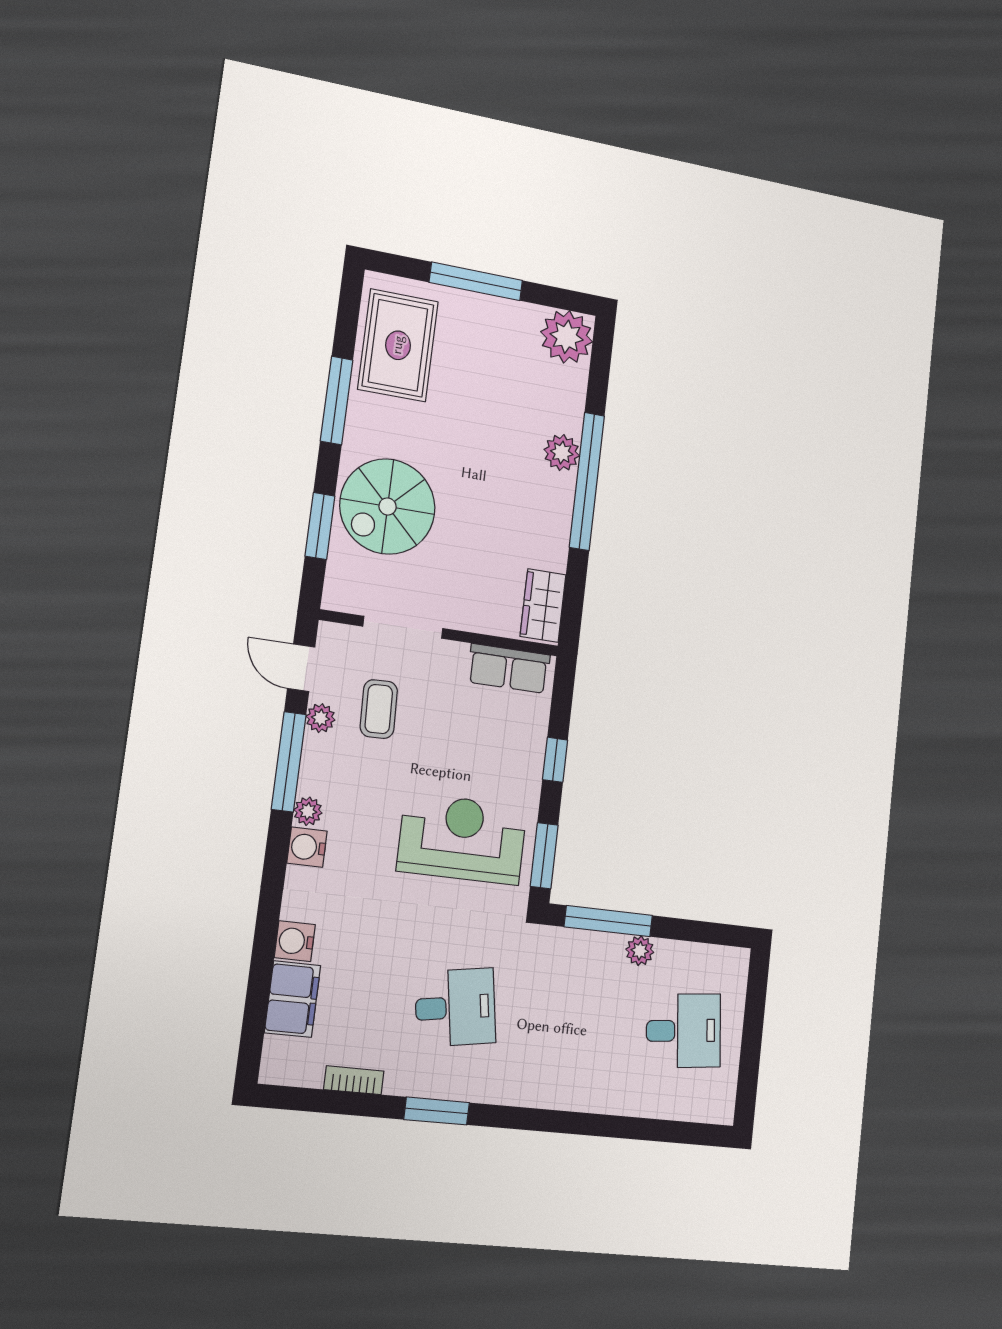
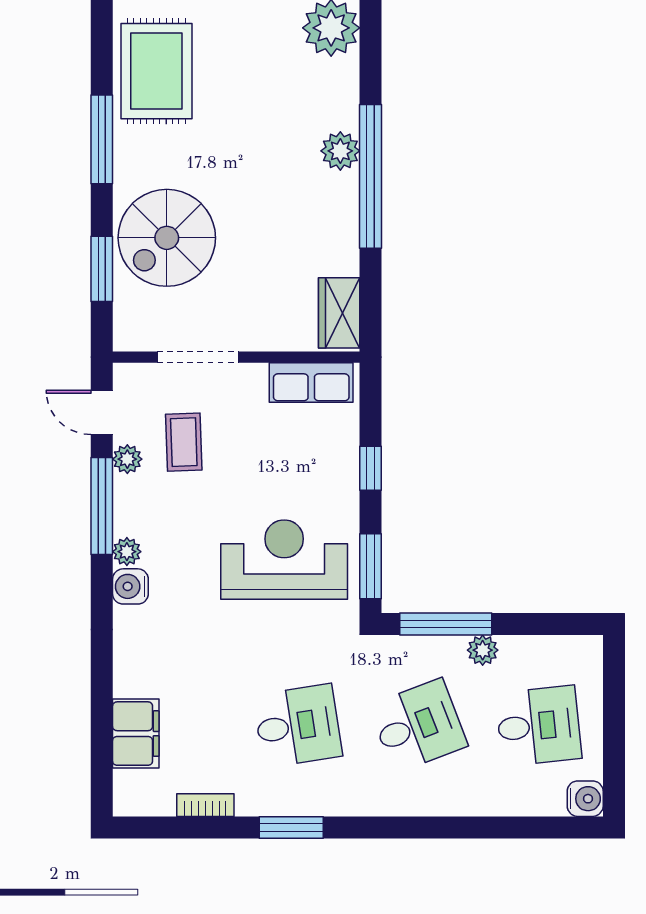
water cooler: (295, 941) -> (585, 799), moved, turned 180
desk: (571, 1019) -> (418, 726), added

